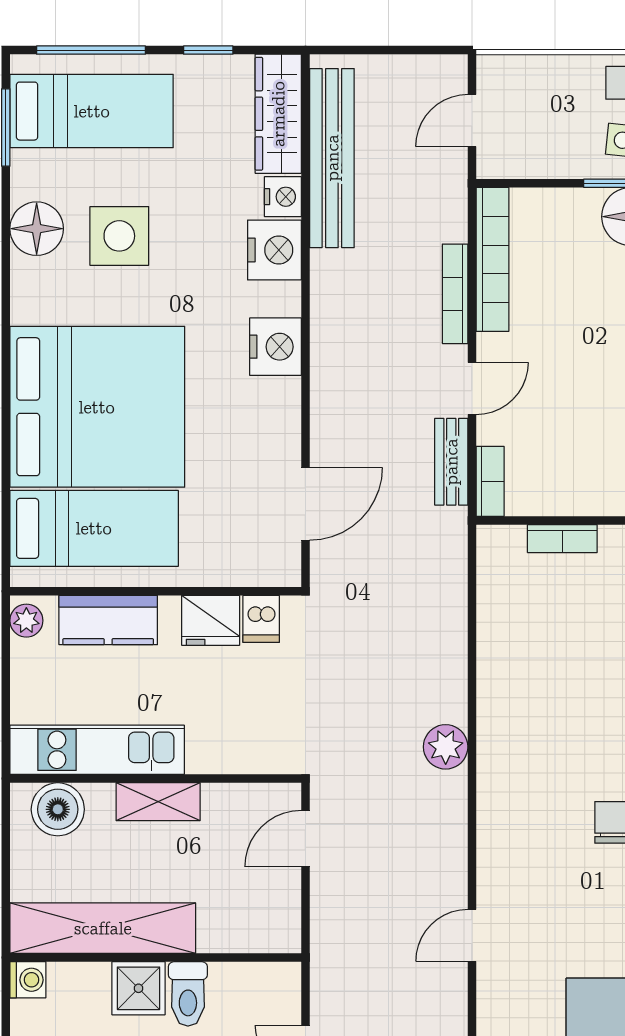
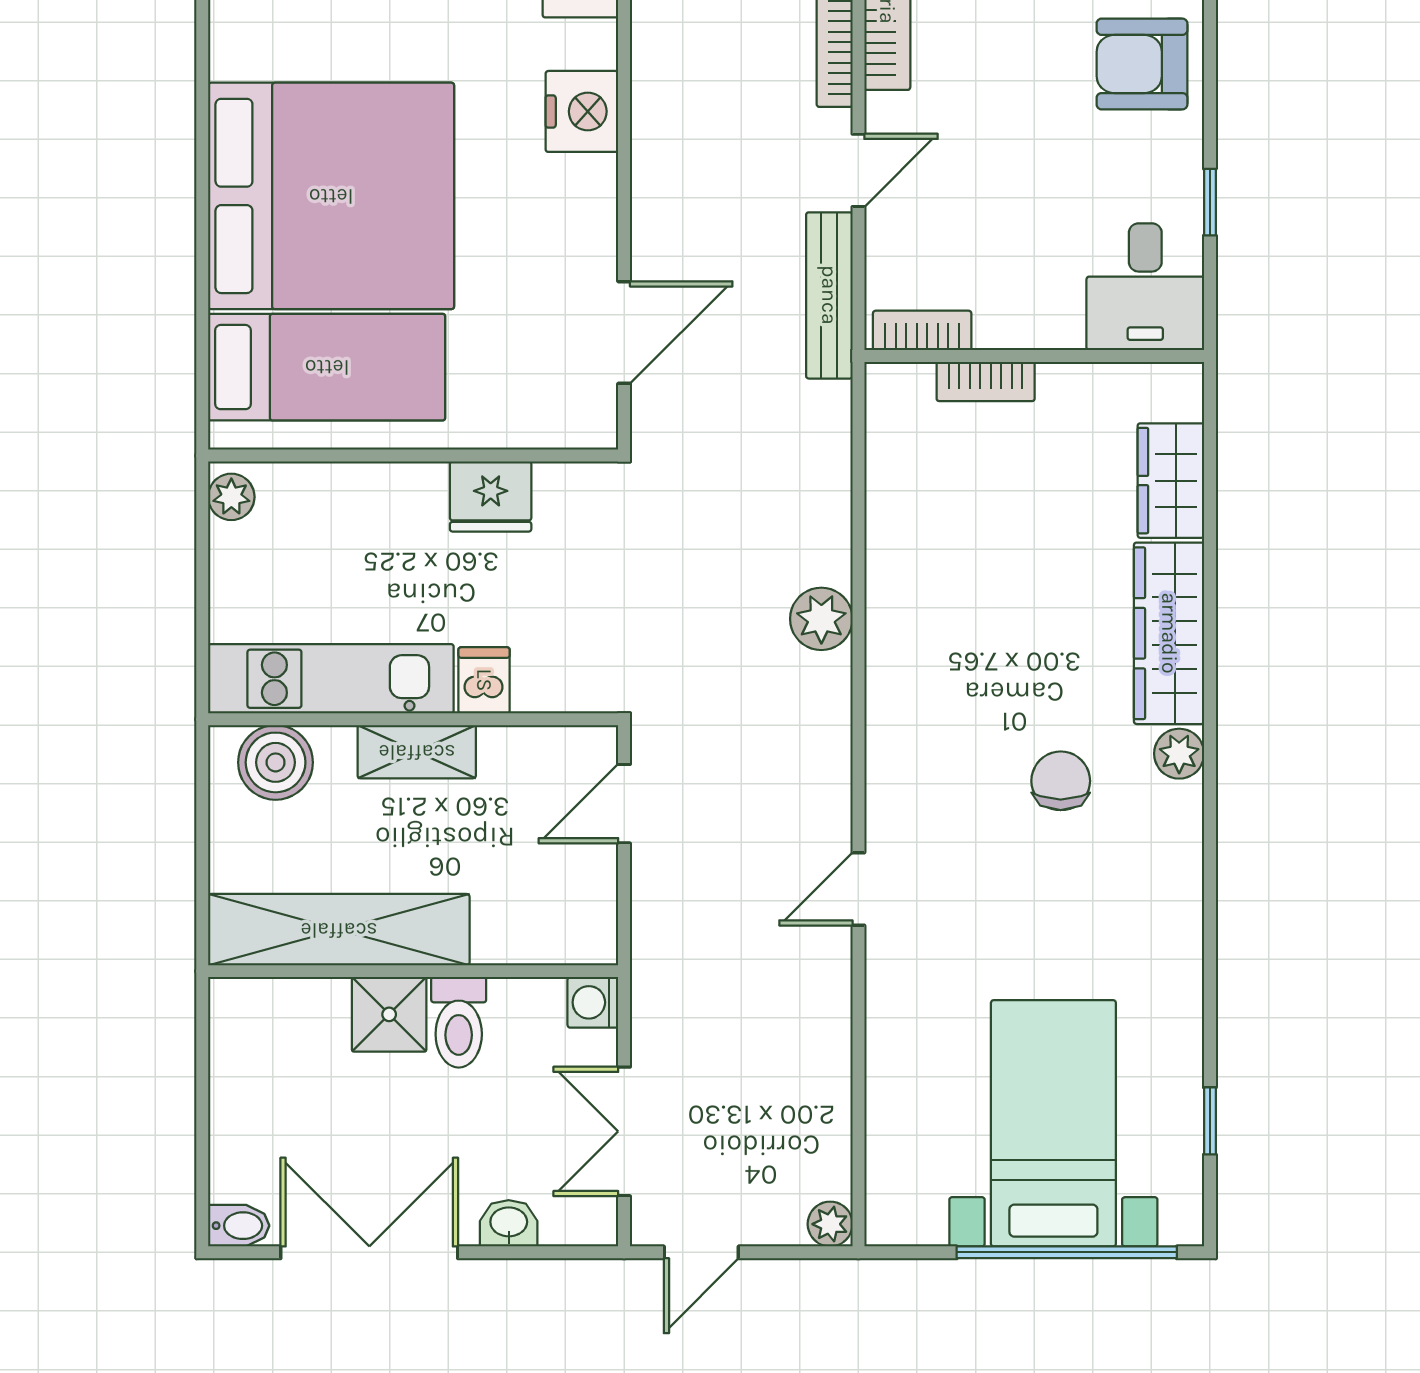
bench: (451, 462) -> (829, 295), width x1.36
bookcase: (490, 481) -> (922, 330), moved, turned -90
dishwasher: (261, 619) -> (484, 680), moved, turned 180
kitchen counter: (108, 620) -> (346, 496), removed
plant: (446, 747) -> (821, 619), moved
door: (472, 935) -> (858, 889), moved
washing machine: (28, 980) -> (593, 1002), moved, turned 180

